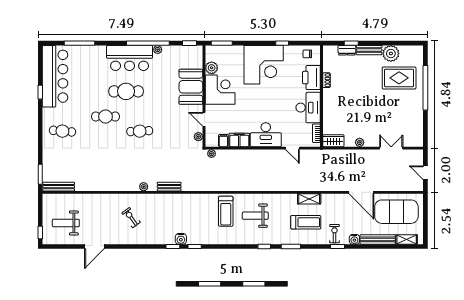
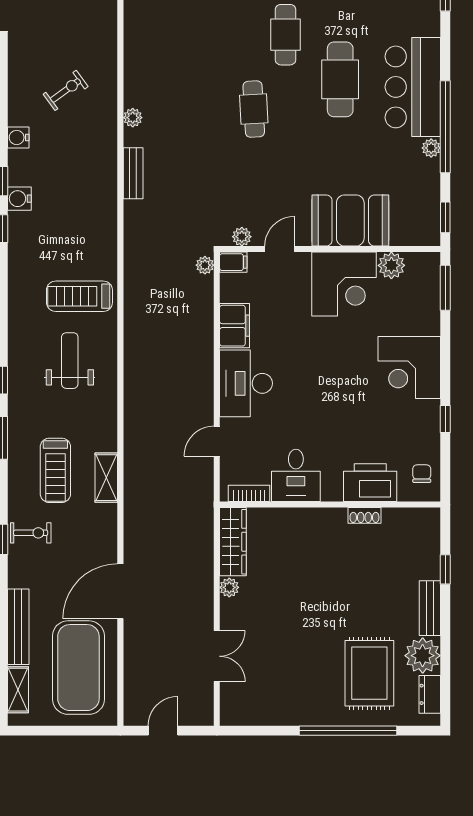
dresser: (347, 50) -> (430, 694), moved
corner desk: (264, 65) -> (409, 367), width x0.74, depth x0.74
desk: (308, 108) -> (296, 475), width x0.73
filing cabinet: (223, 141) -> (233, 262), moved
wardrobe: (333, 141) -> (233, 542), width x1.50
water cooler: (354, 239) -> (18, 137), moved

